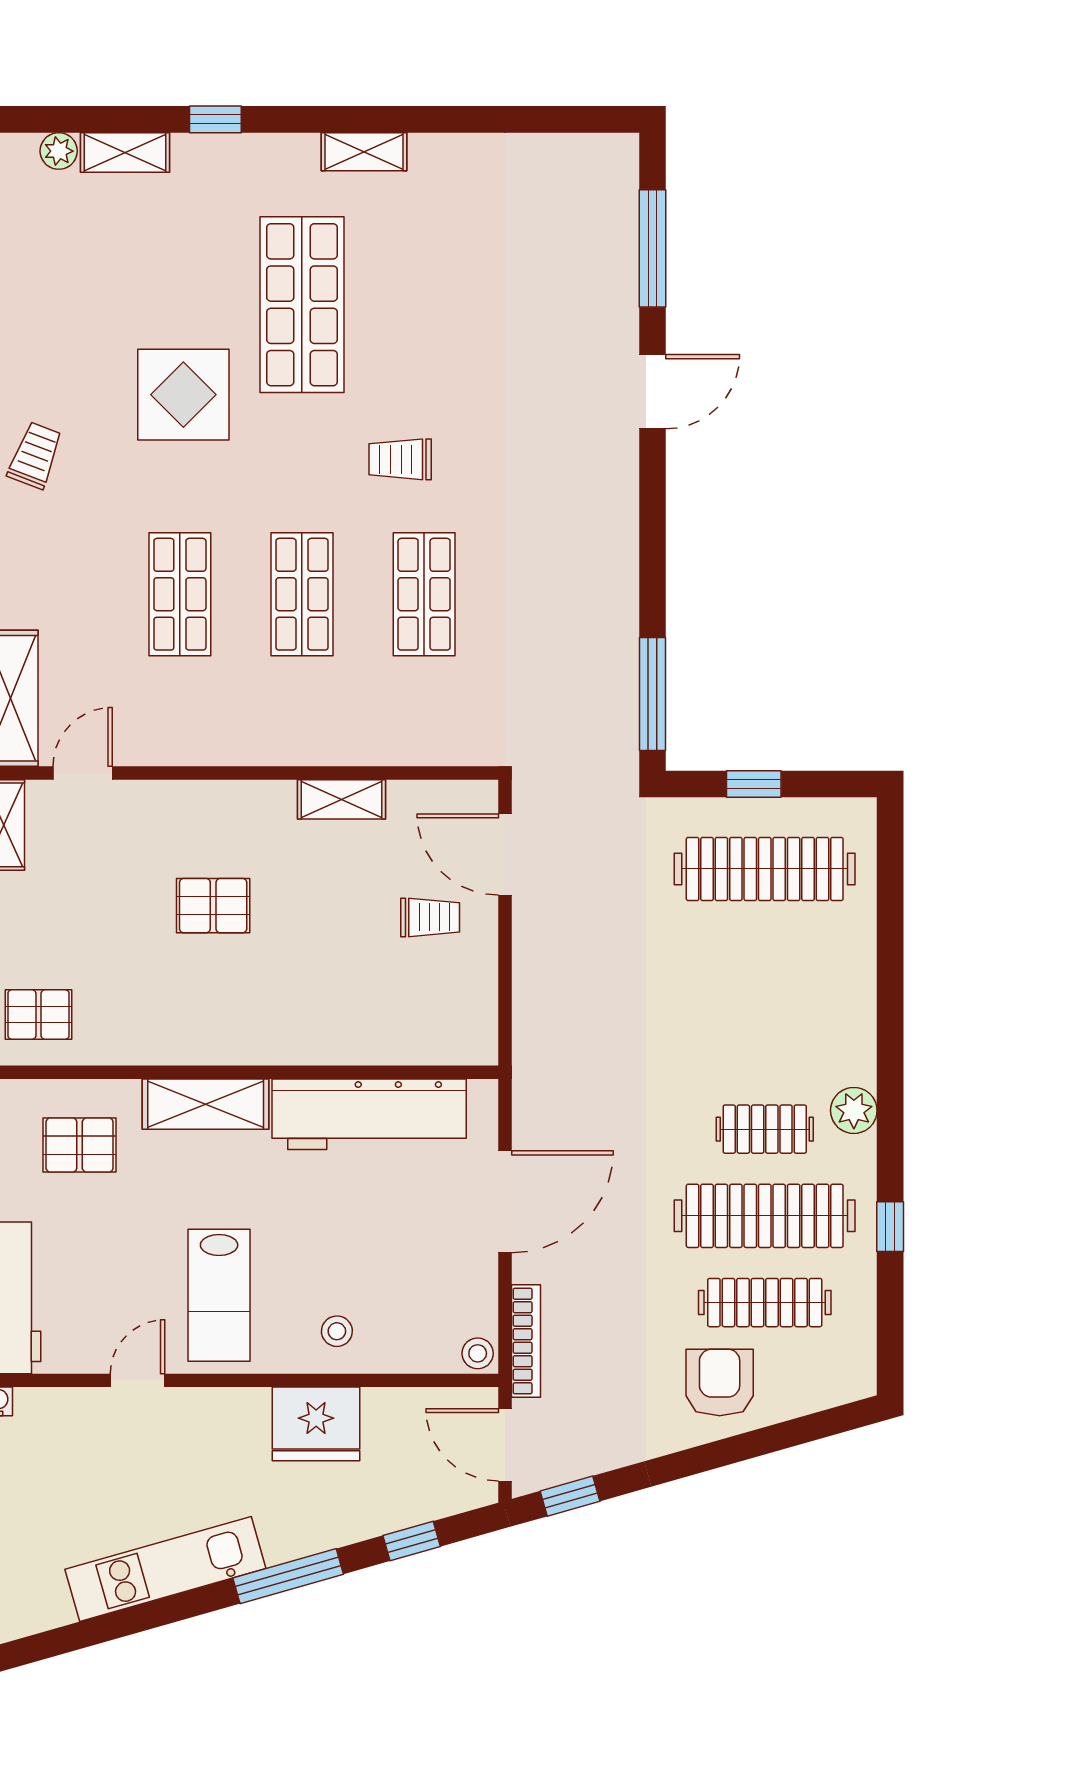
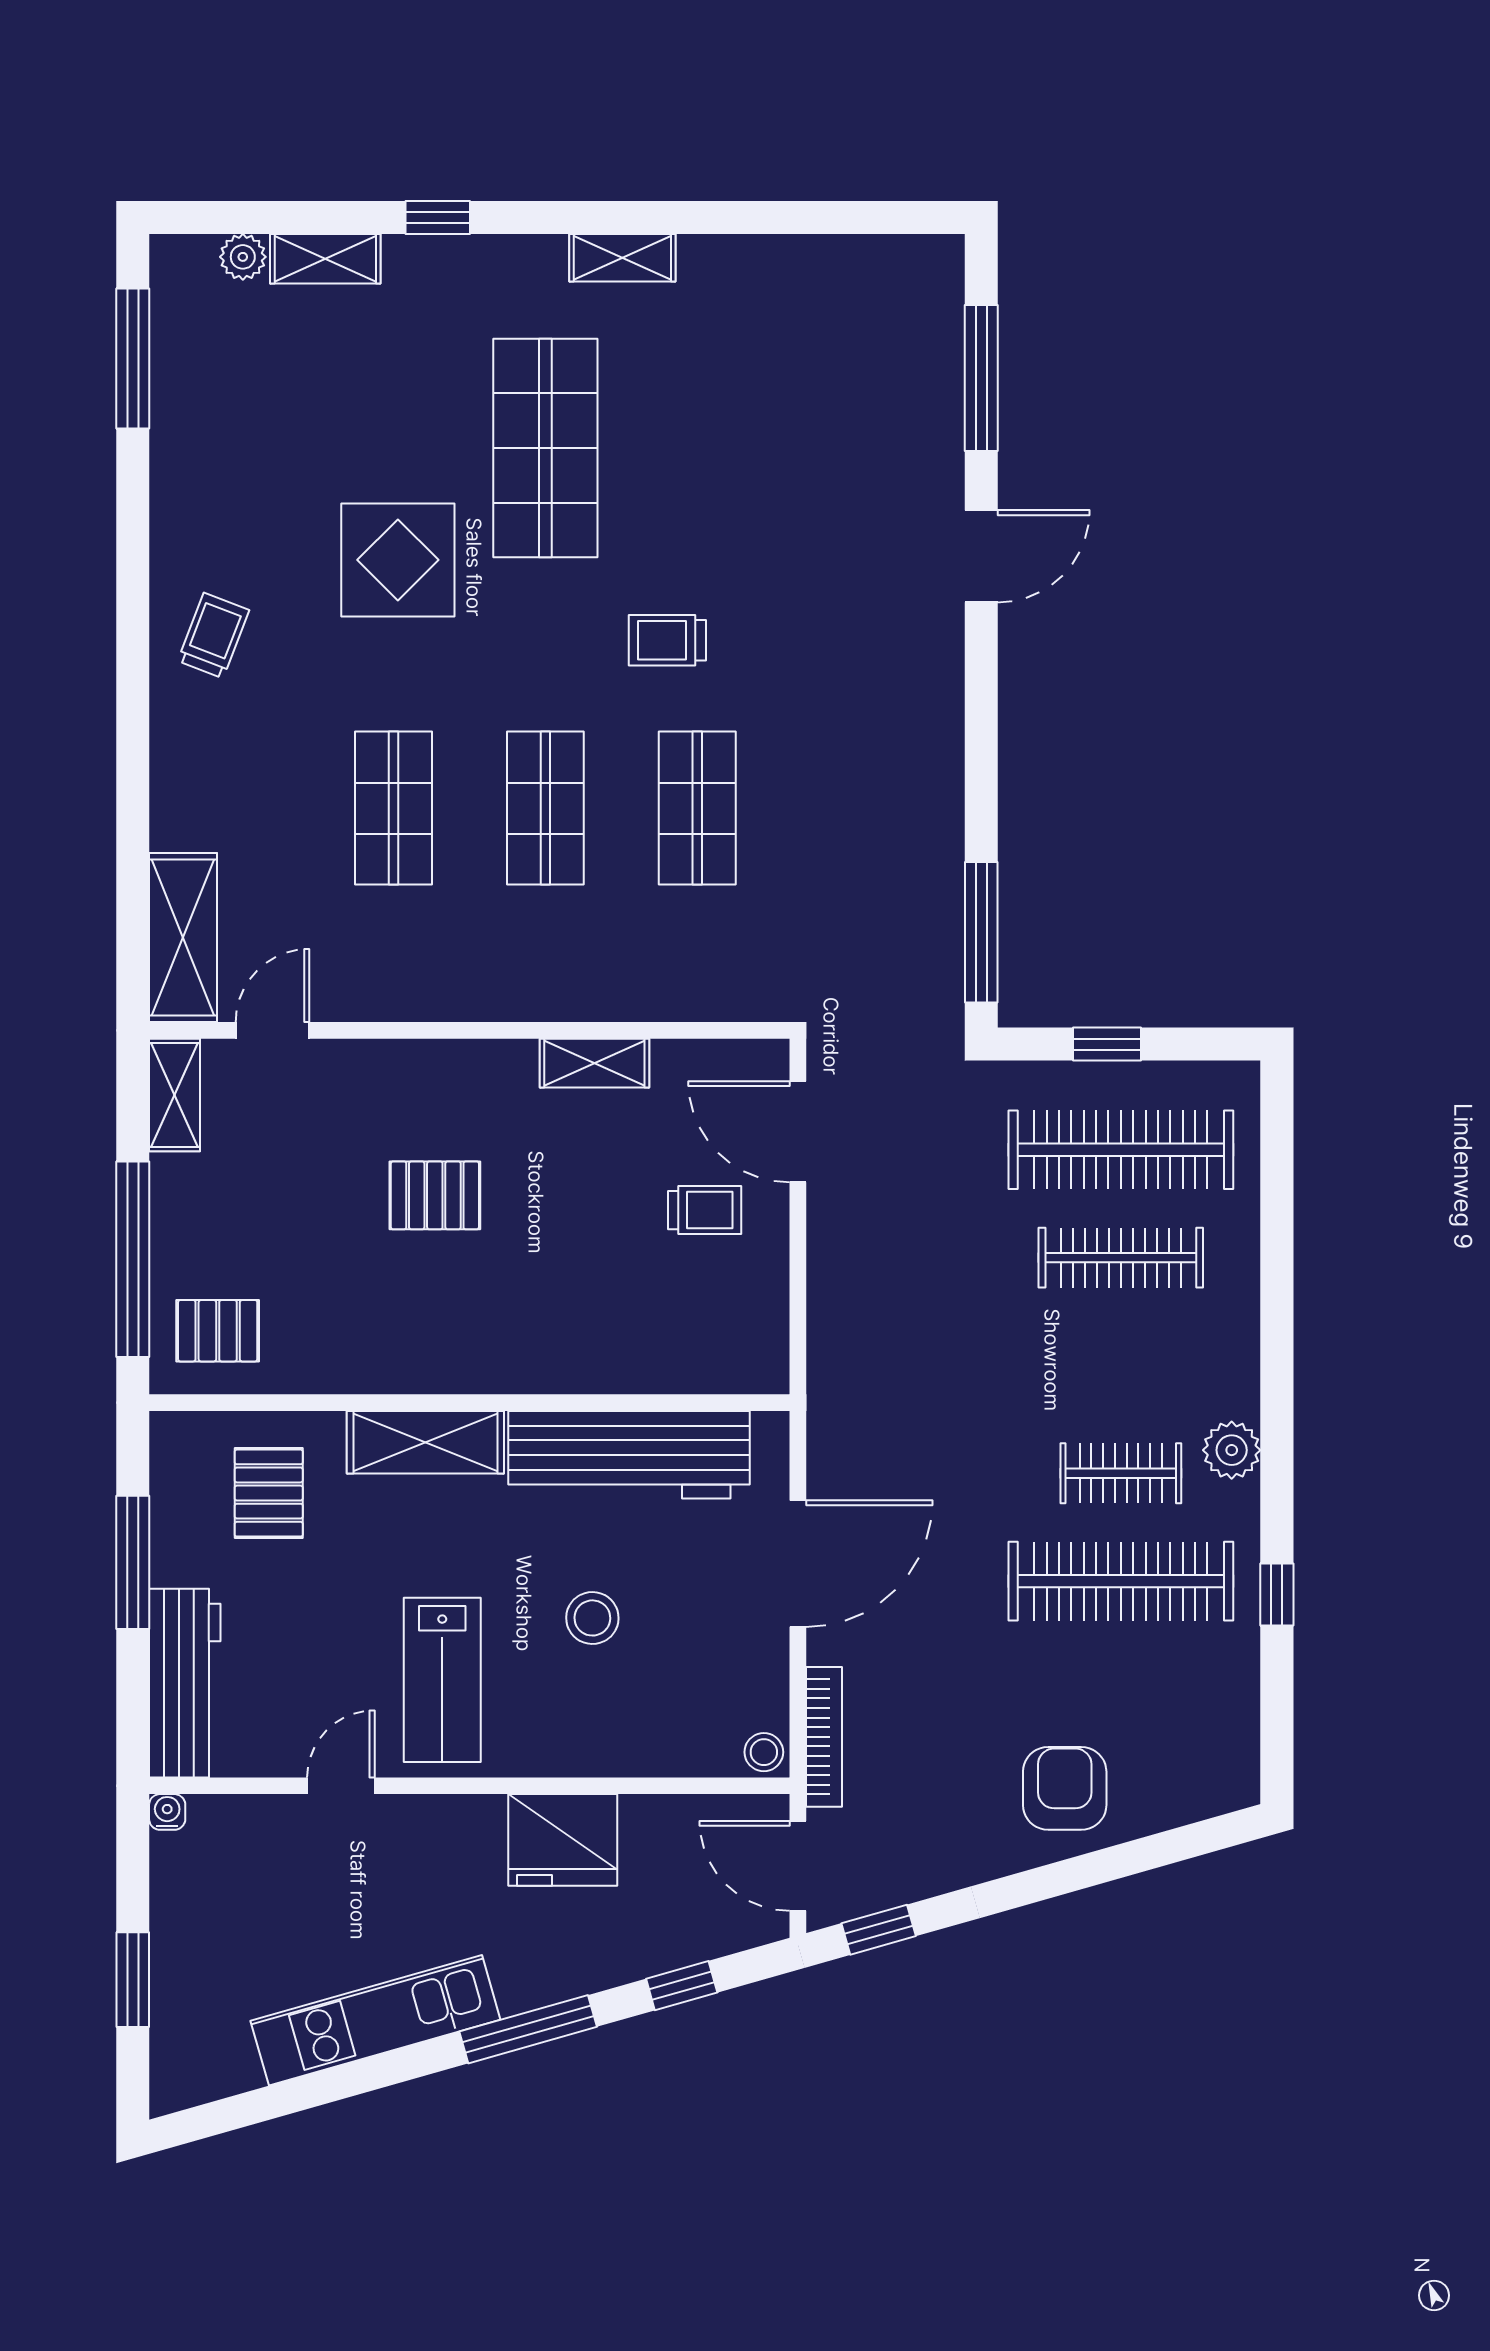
pallet: (80, 1145) -> (269, 1493), turned 90
clothes rail: (765, 1303) -> (1121, 1258), moved
stool: (337, 1331) -> (592, 1618), moved, width x1.37, depth x1.37

